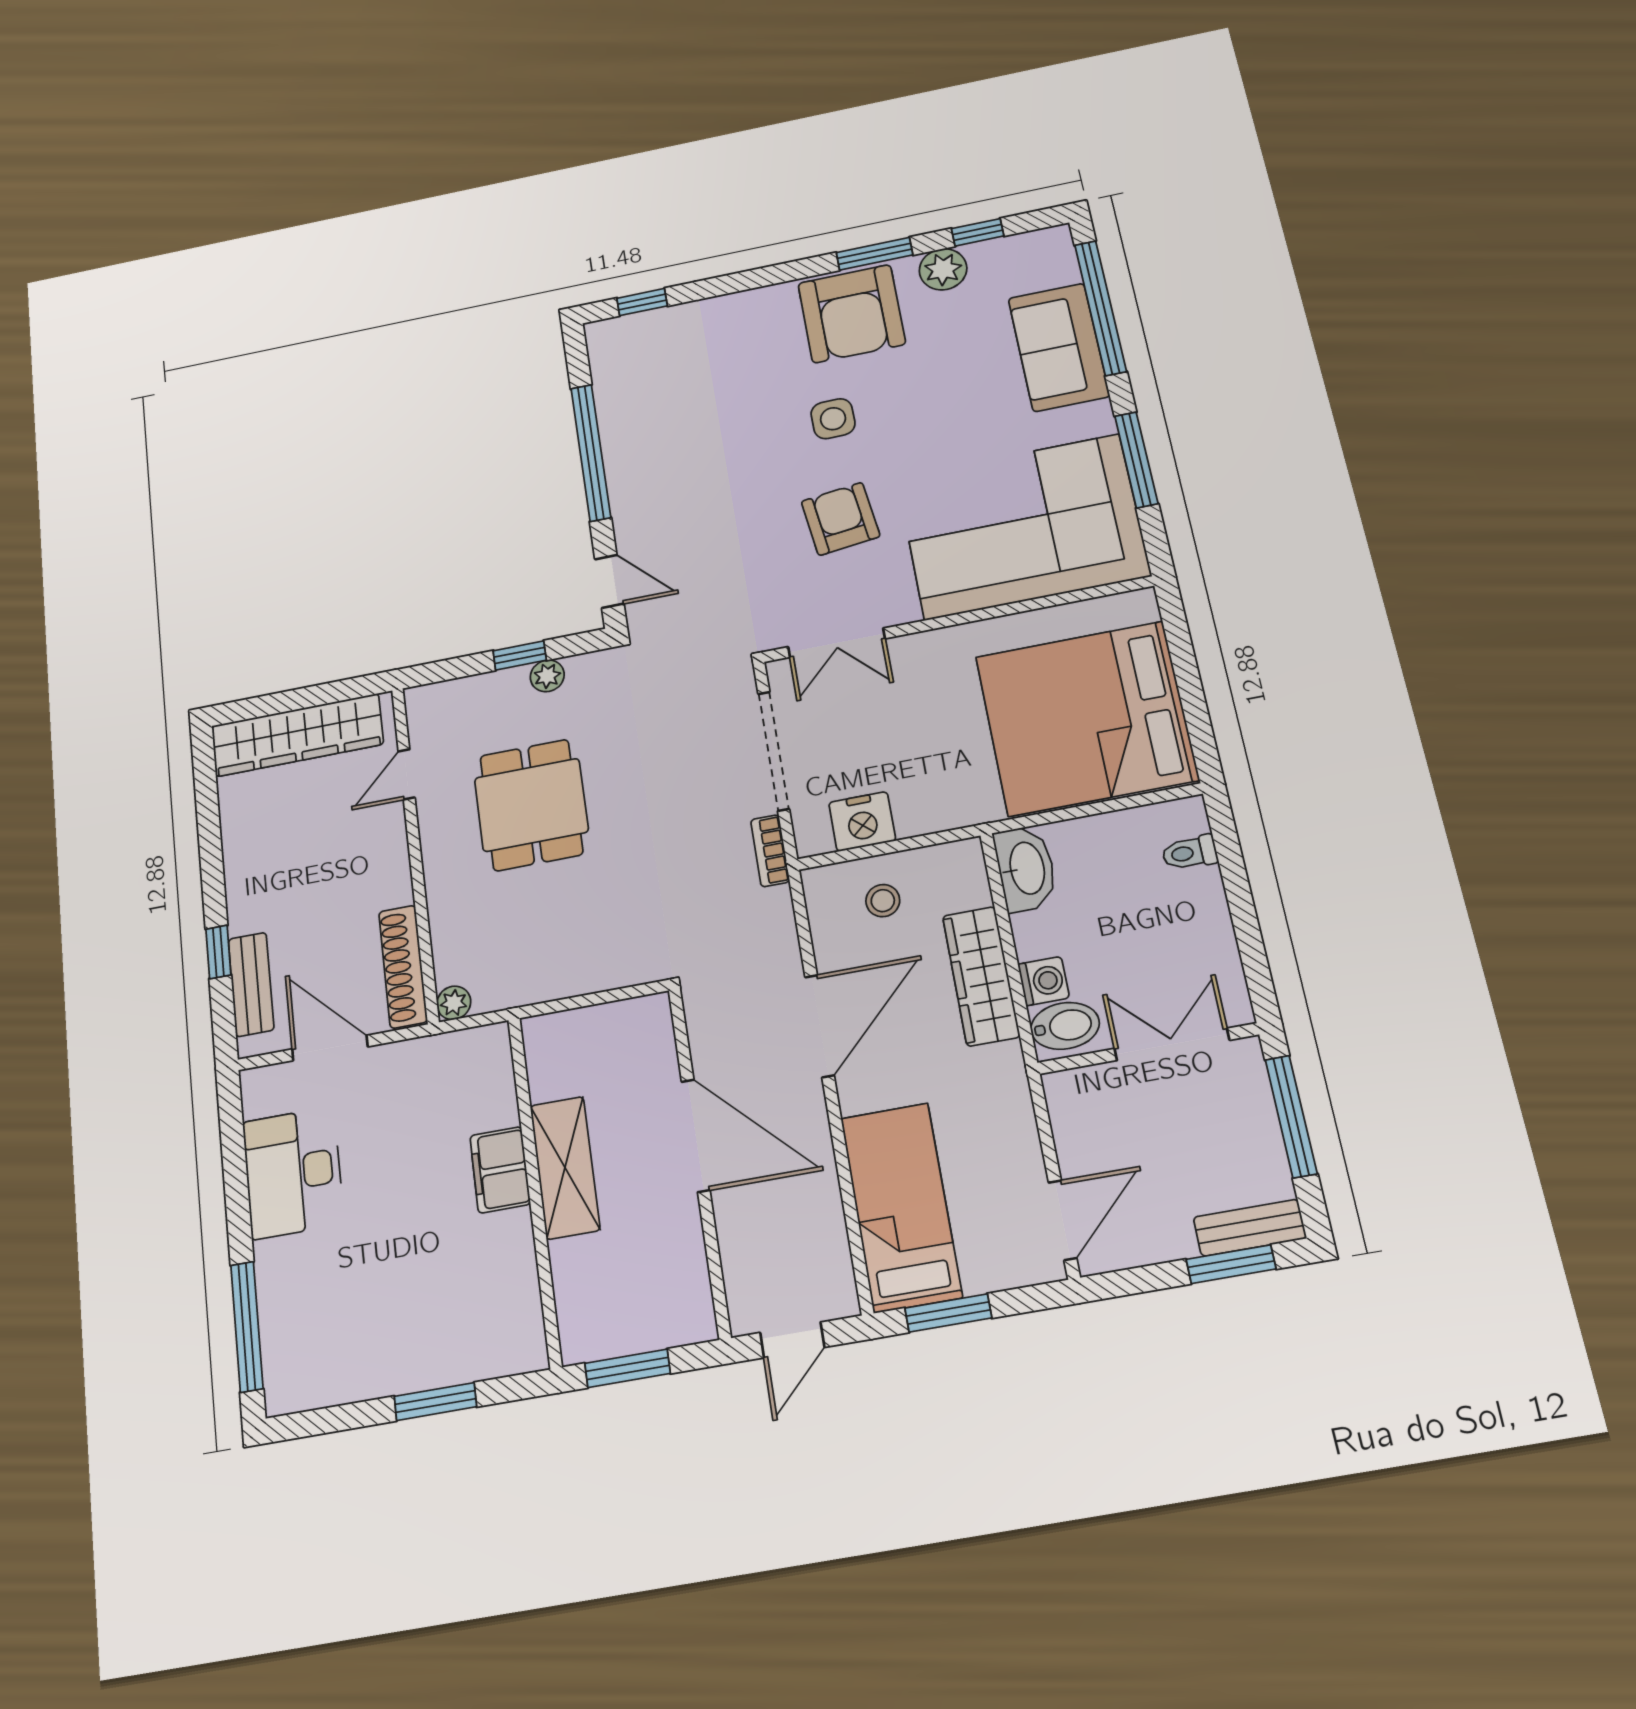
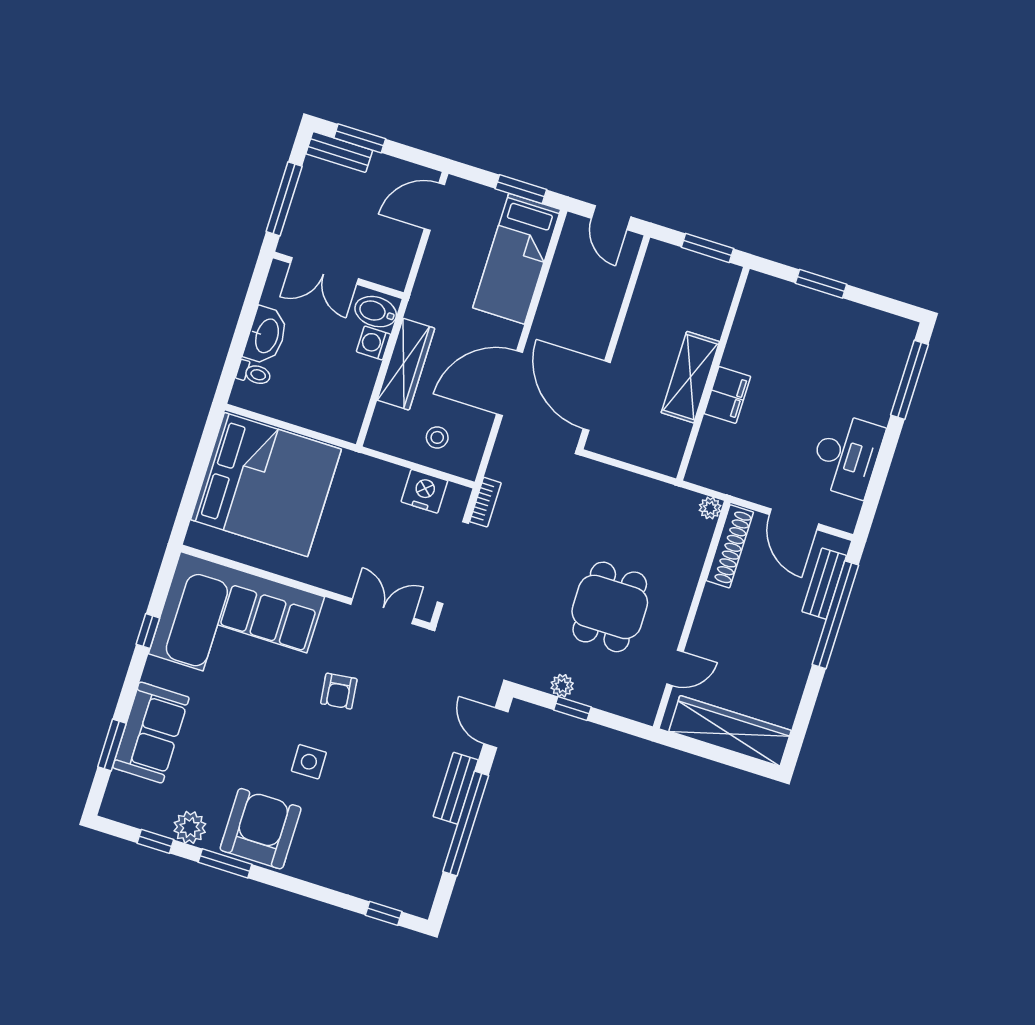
window: (1100, 308) -> (112, 745), width x0.47
window: (1136, 460) -> (148, 631), width x0.46
bench: (625, 485) -> (456, 788), added
armchair: (841, 519) -> (339, 691), width x0.72, depth x0.72
washbasin: (1026, 868) -> (266, 336), moved, turned 180
window: (218, 952) -> (835, 615), width x3.17
door: (696, 1136) -> (597, 396), moved
door: (792, 1340) -> (611, 218), swing flipped

